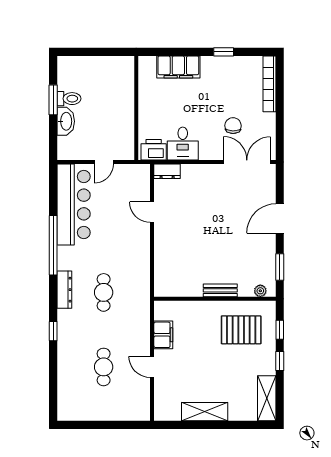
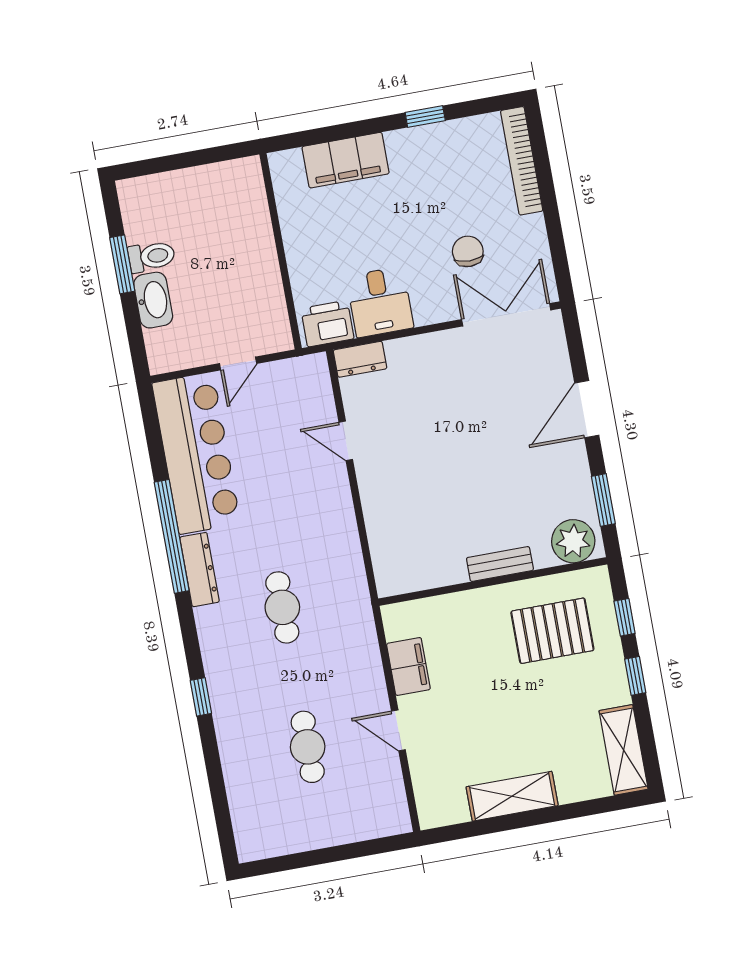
dresser: (64, 290) -> (200, 570), moved
plant: (260, 291) -> (573, 541), width x1.87, depth x1.87

